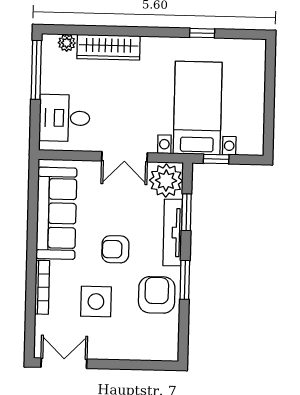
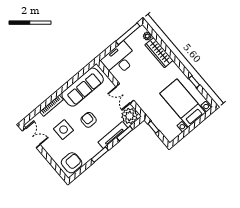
bed with nightstands: (198, 108) -> (183, 103), moved, turned -90
desk: (64, 118) -> (119, 59), width x1.37
armchair: (157, 295) -> (72, 163), moved

